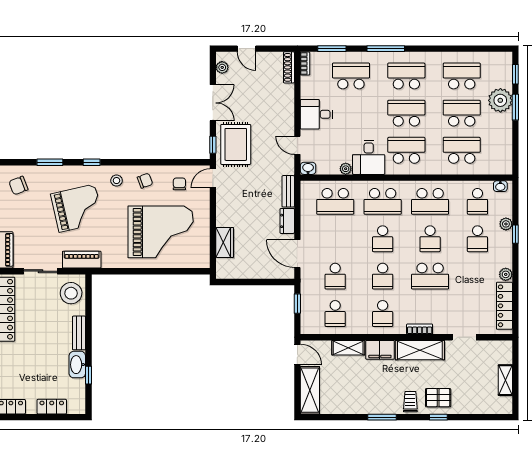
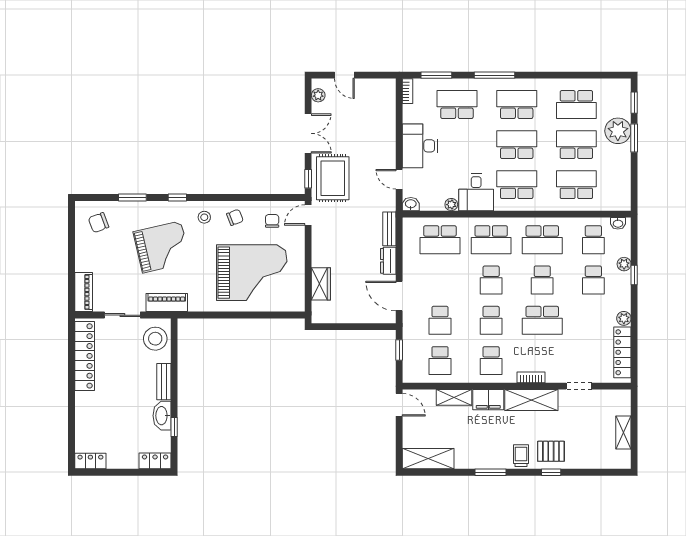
shoe rack: (289, 67) -> (390, 95), removed
school desk: (462, 76) -> (576, 105), turned 180
desk: (316, 114) -> (420, 146), width x1.37
shelving: (310, 390) -> (428, 459), moved, turned 90
locker: (52, 407) -> (155, 461), moved

